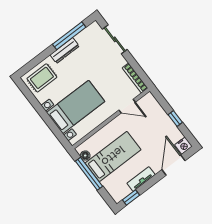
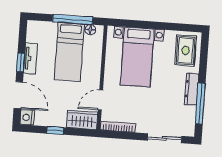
wardrobe: (152, 107) -> (82, 120), added
window: (131, 198) -> (21, 63), moved

